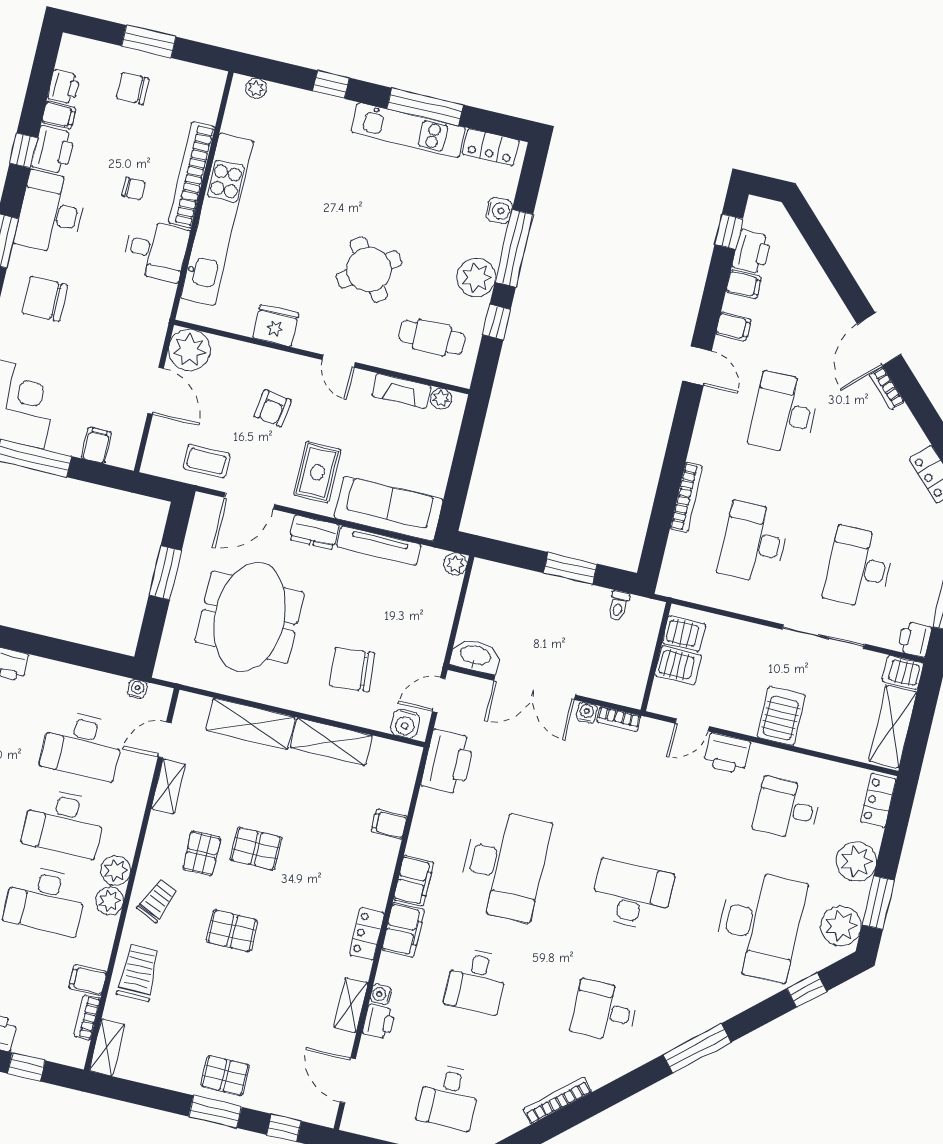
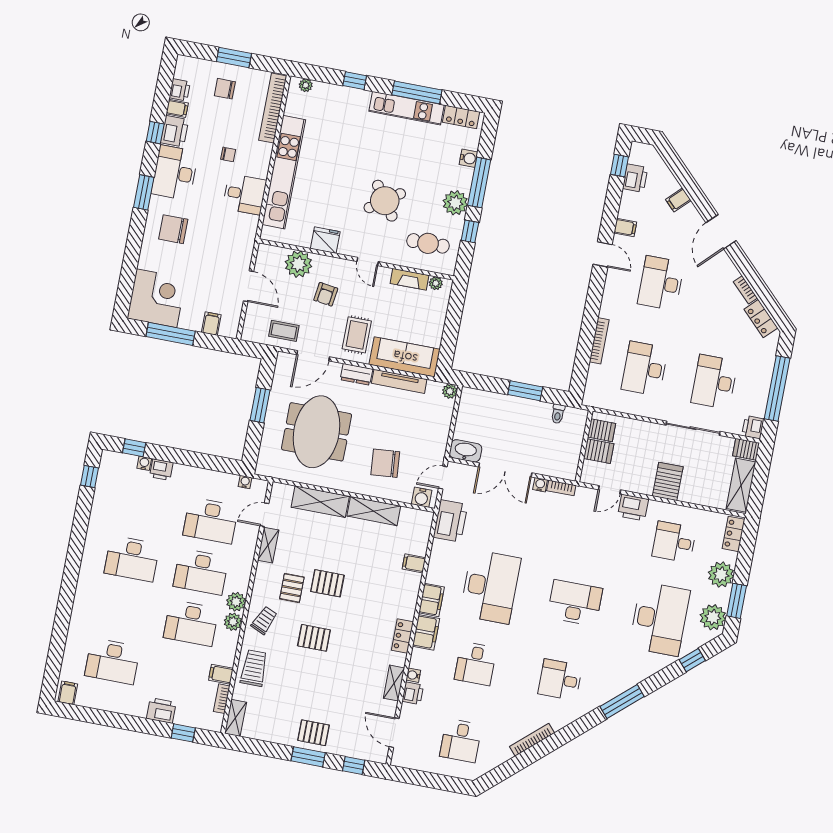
bookcase: (192, 175) -> (273, 108), moved
filing cabinet: (744, 284) -> (678, 200), moved, turned 135
plant: (189, 350) -> (298, 264), moved
bookcase: (887, 388) -> (745, 290), moved

